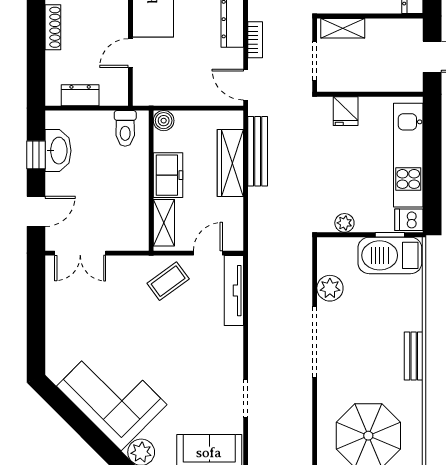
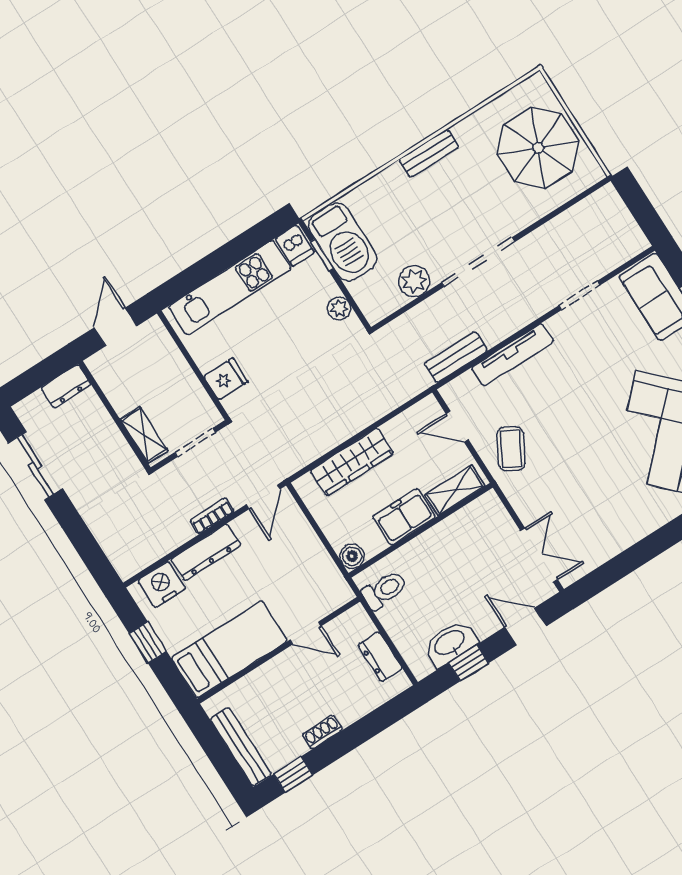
shoe rack: (53, 27) -> (322, 732), width x0.70
bench: (258, 151) -> (456, 357), moved, width x0.73
coffee table: (168, 281) -> (511, 449), turned 65
tv unit: (234, 291) -> (513, 355), moved

